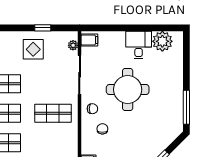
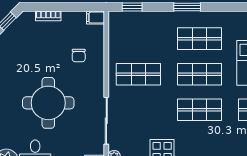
chair: (92, 109) -> (91, 80), removed

